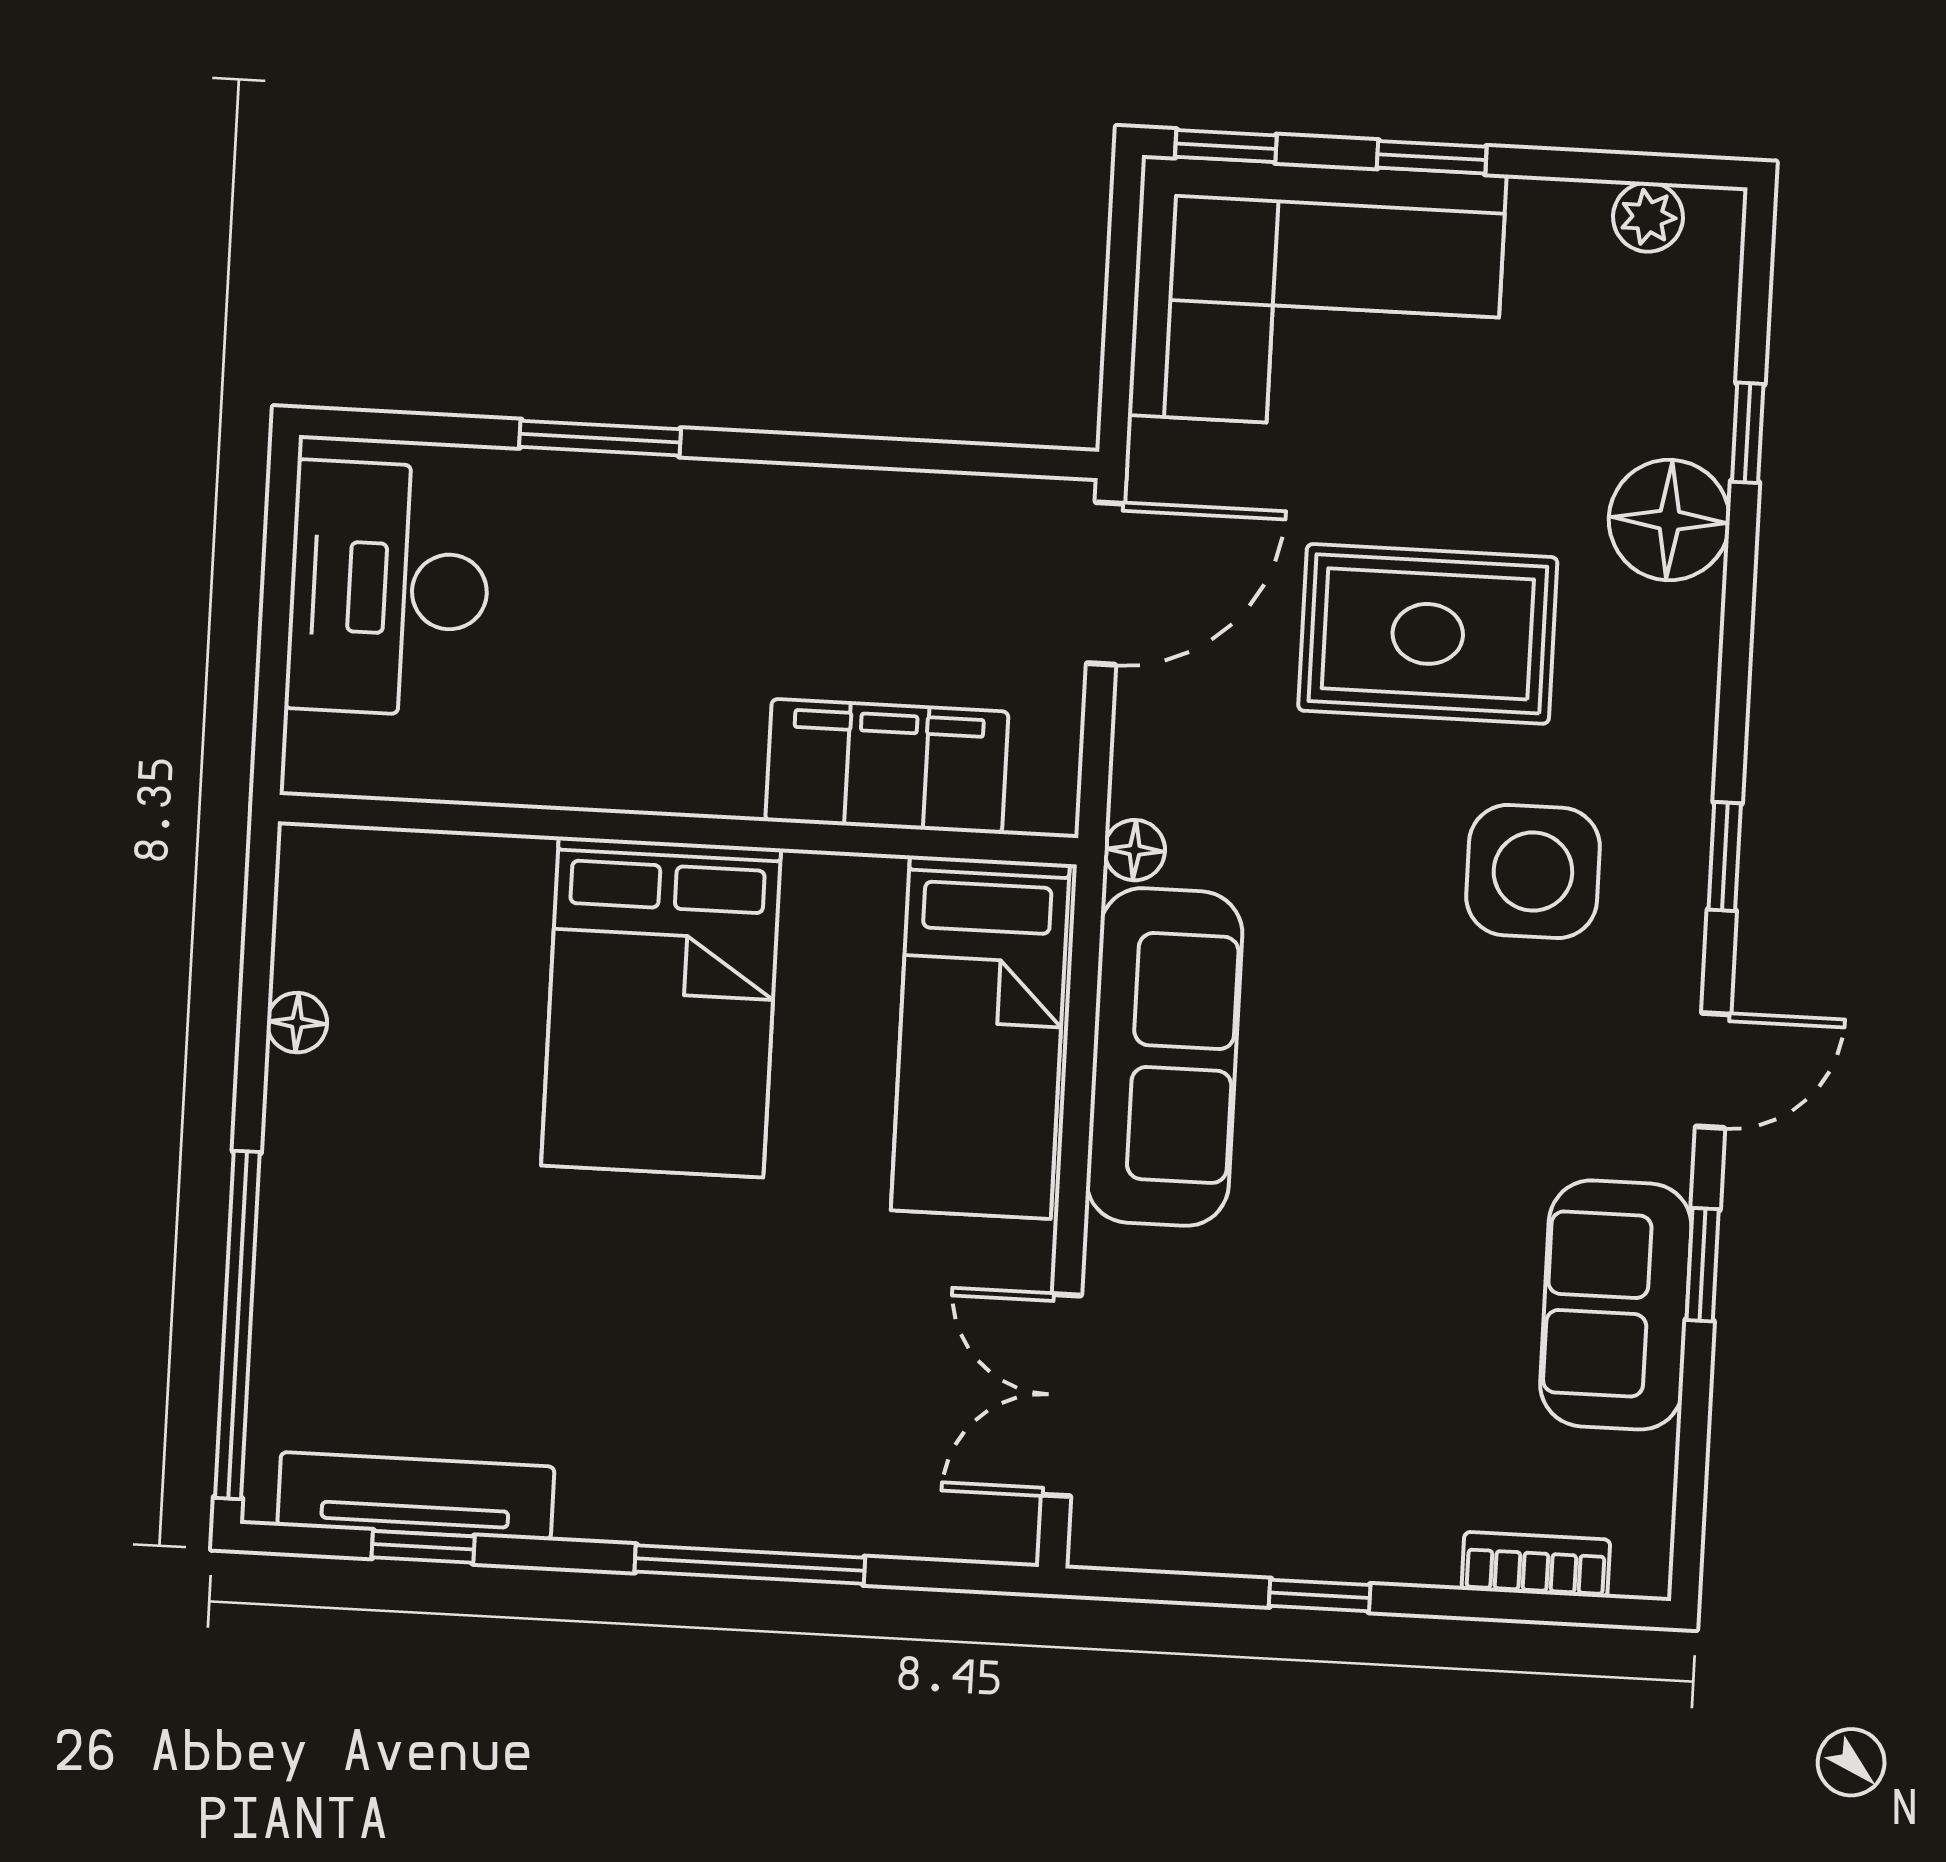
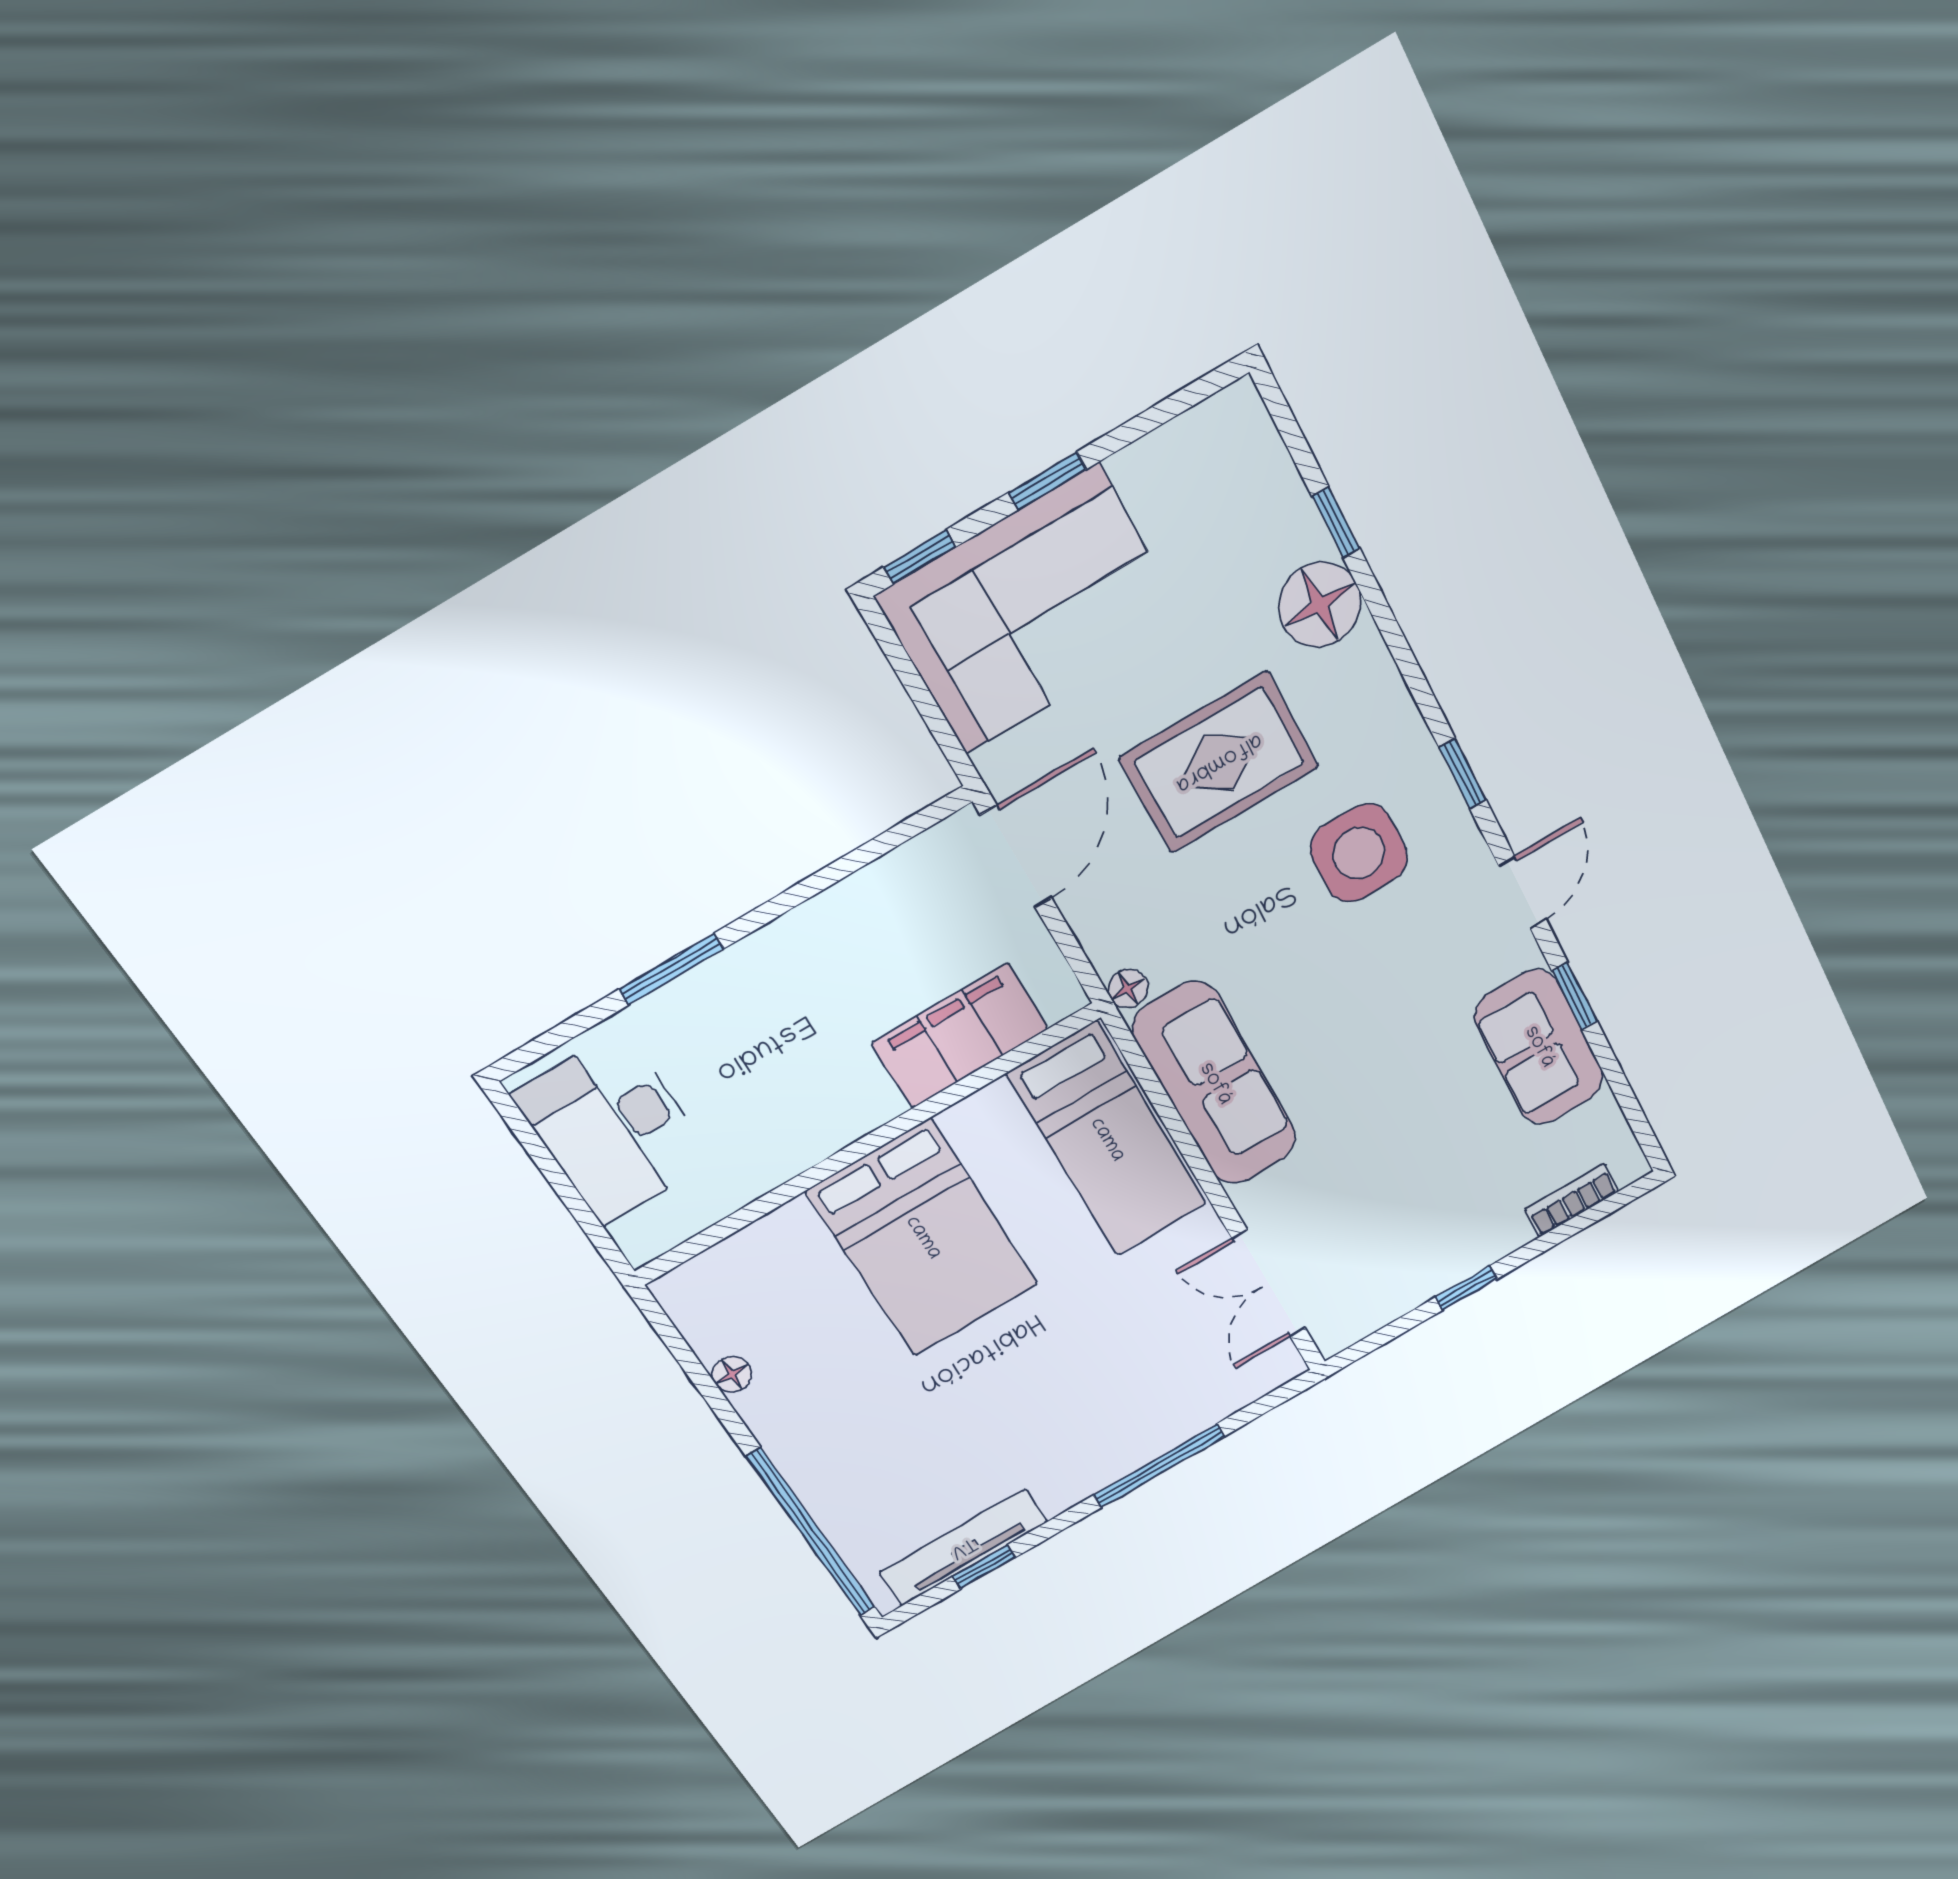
plant: (1648, 217) -> (1200, 431), removed

